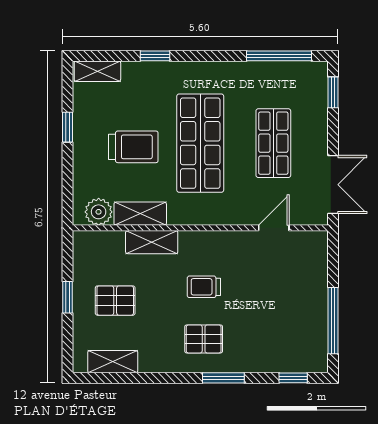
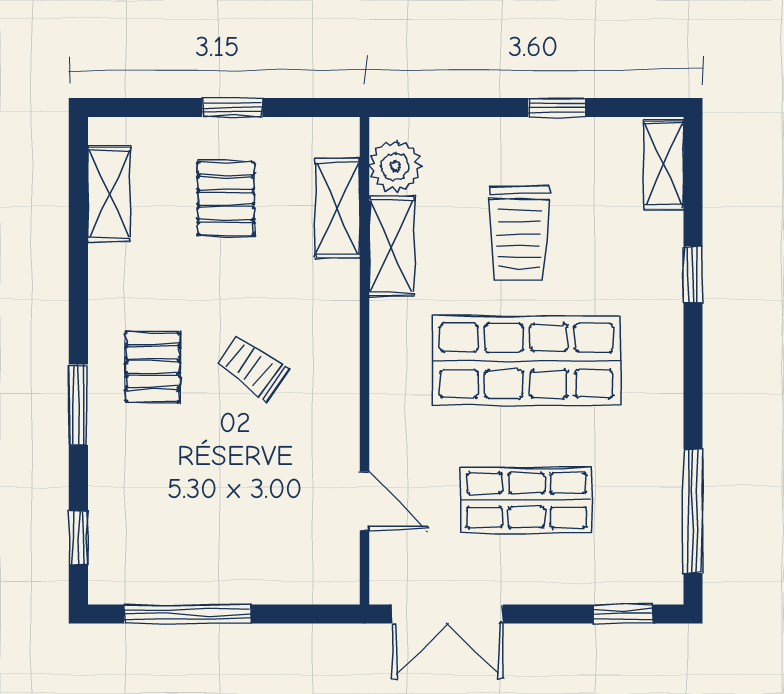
shelving: (152, 242) -> (338, 208), moved
trolley: (204, 287) -> (252, 368), turned -55

